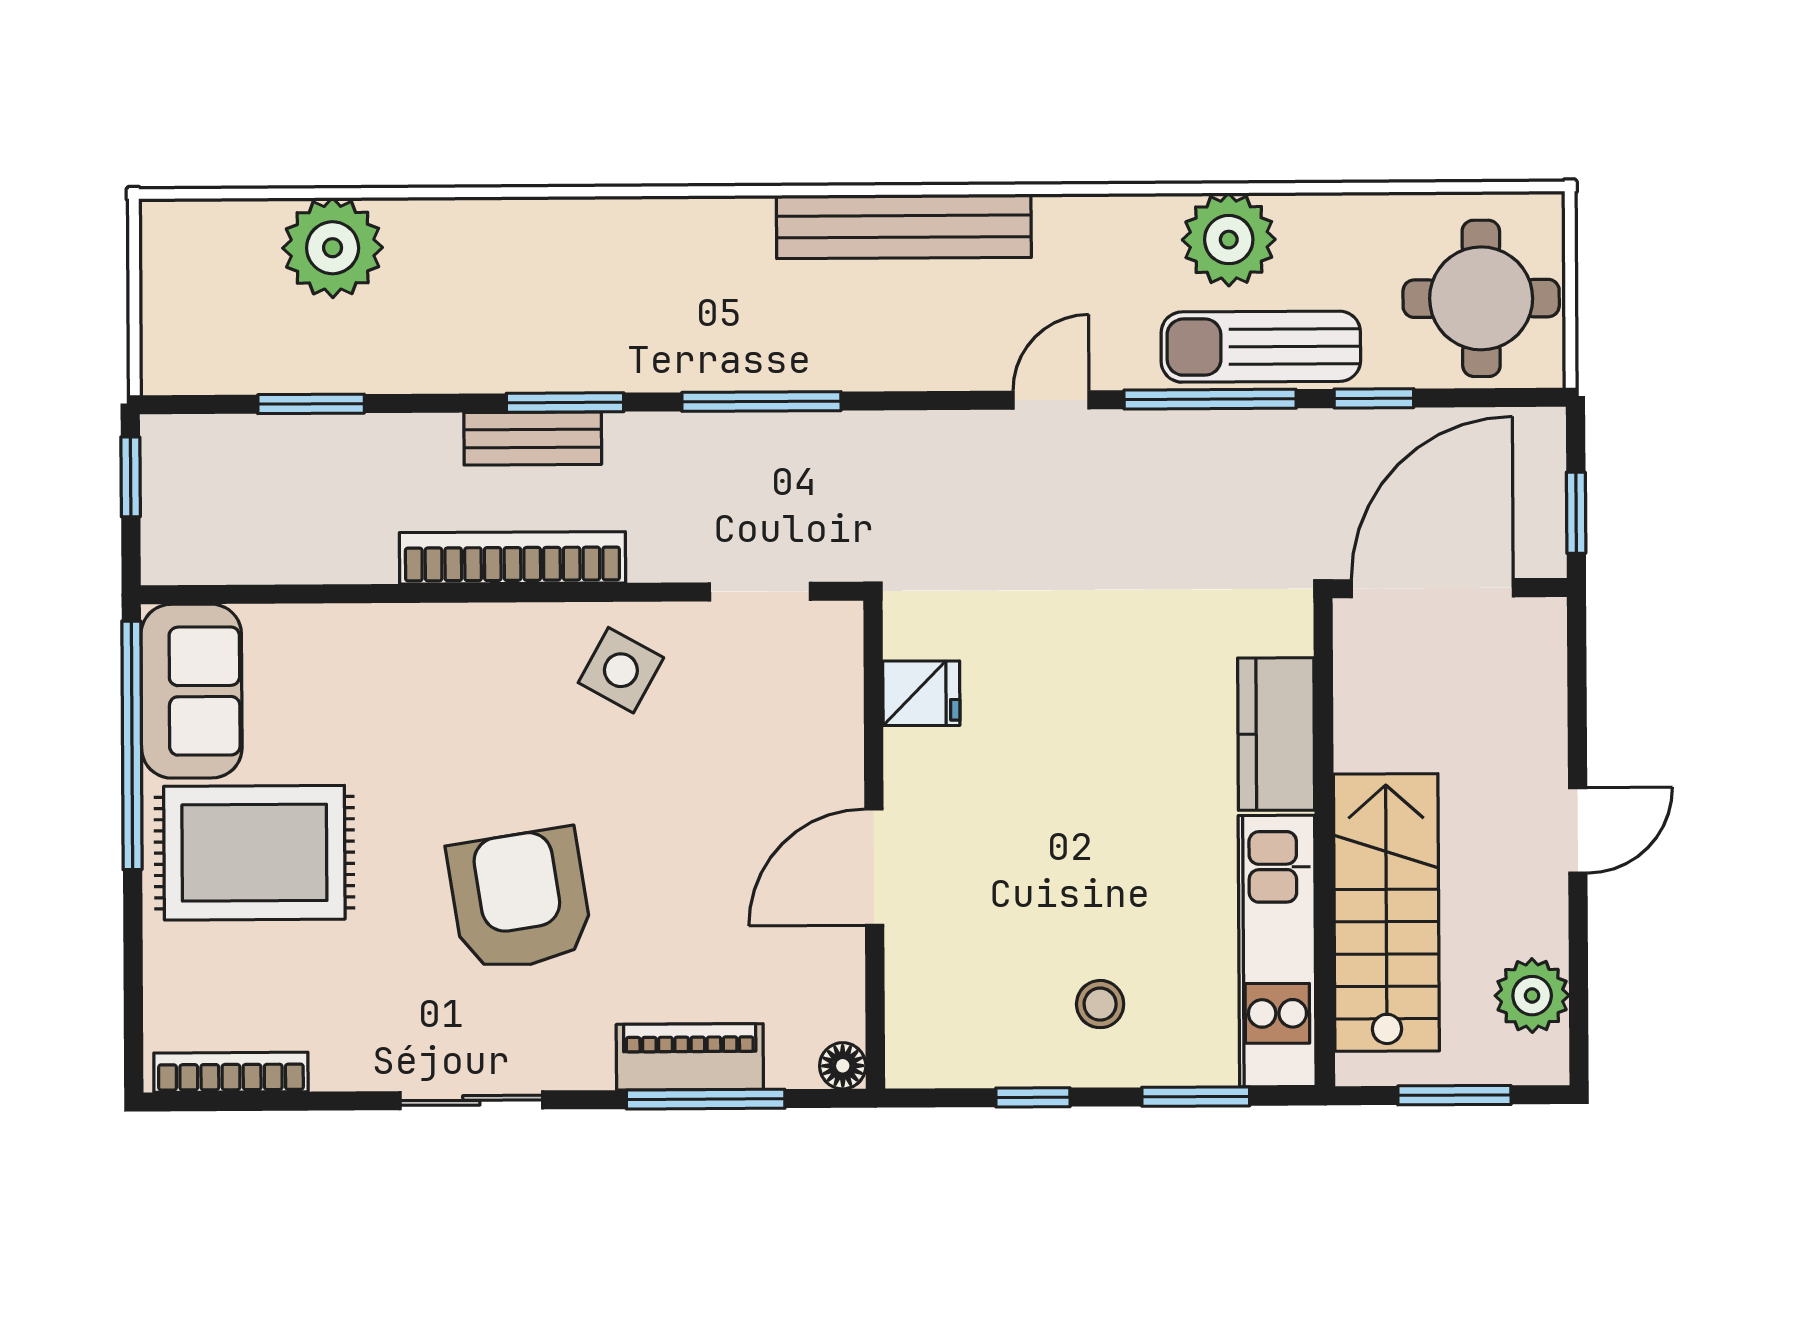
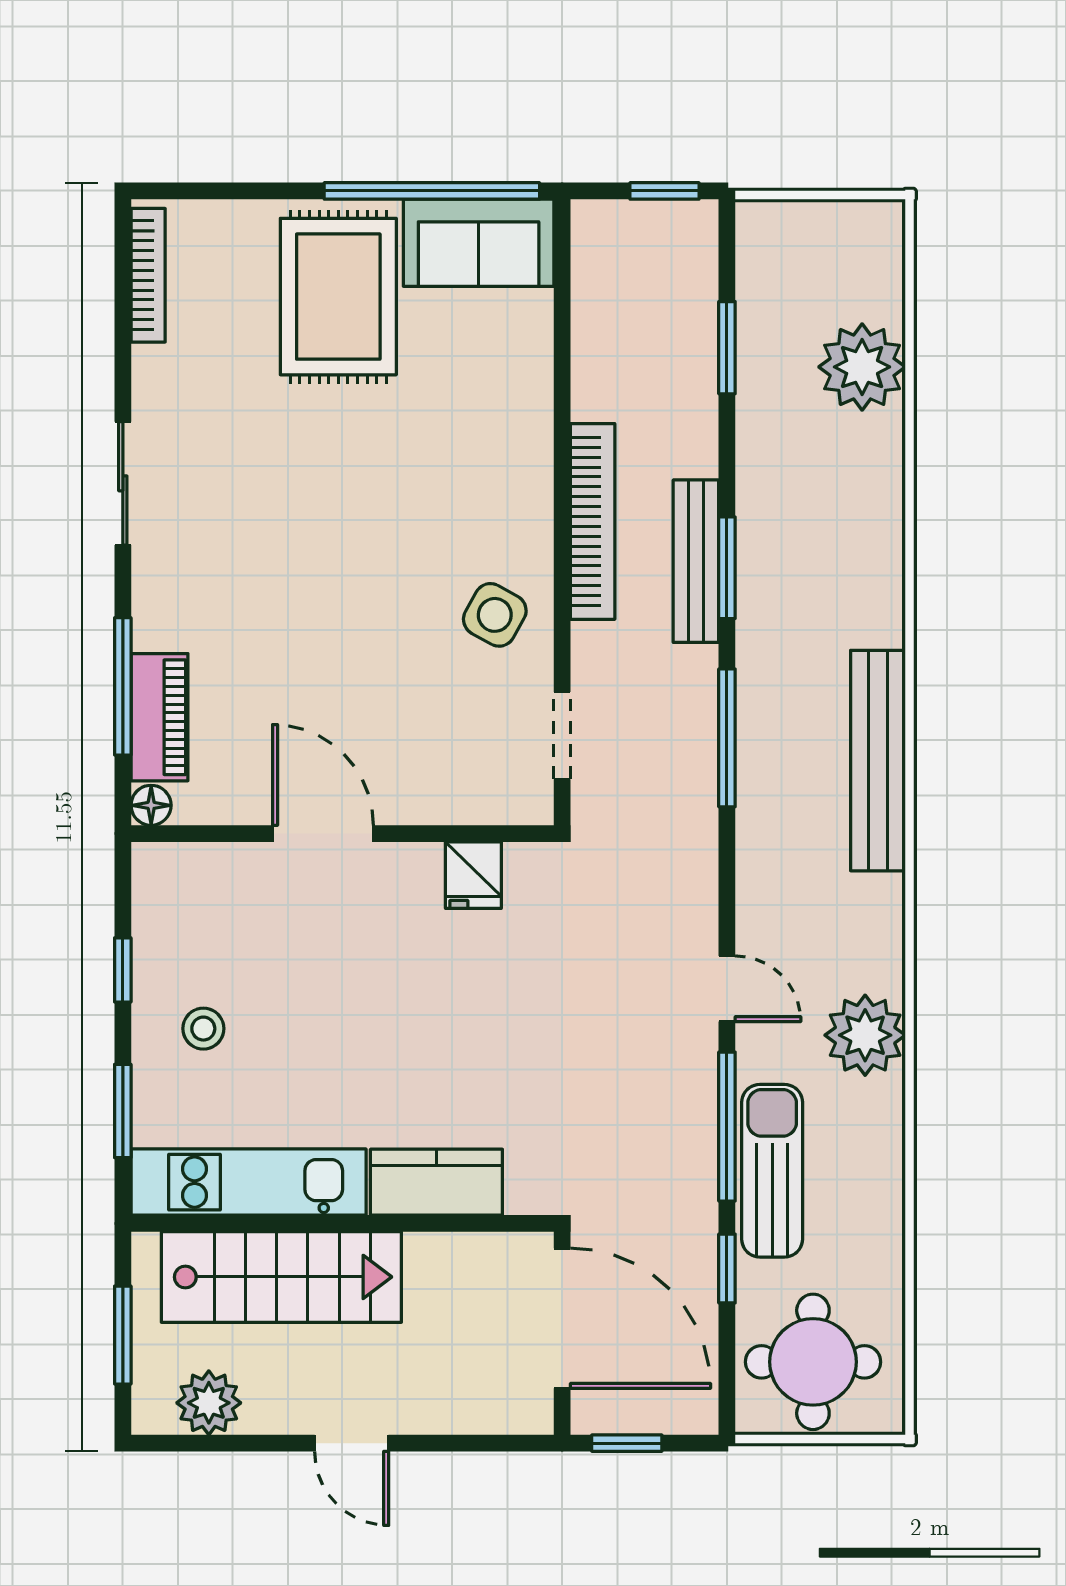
bench: (904, 226) -> (878, 761), moved
plant: (1229, 240) -> (865, 1035), moved
bench: (533, 438) -> (696, 561), width x1.36
armchair: (520, 900) -> (296, 526), removed
piano: (690, 1057) -> (159, 717), moved

